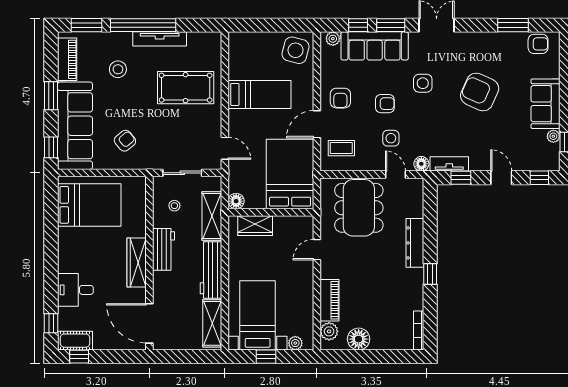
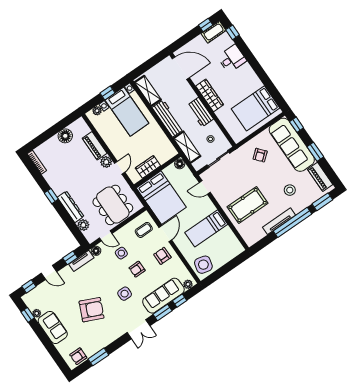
plant: (415, 208) -> (83, 225), added
wardrobe: (255, 226) -> (148, 167), moved
plant: (329, 331) -> (106, 162), moved

